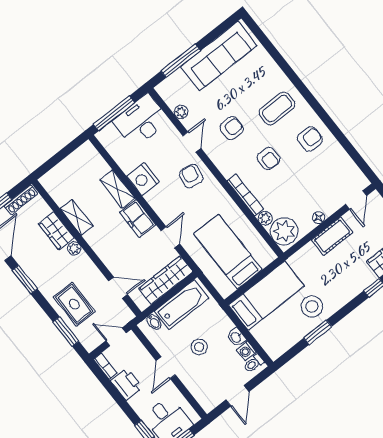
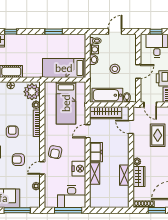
desk: (141, 121) -> (72, 197), moved
stool: (312, 307) -> (47, 46), removed

